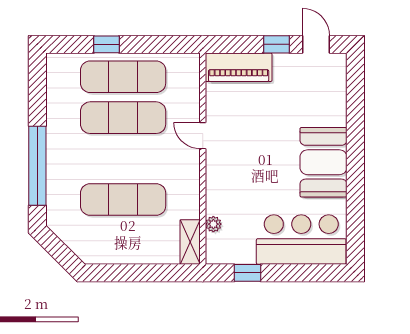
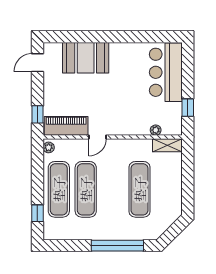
window: (107, 44) -> (37, 213), moved
window: (276, 44) -> (37, 114), moved
plant: (187, 61) -> (49, 147), added
piano: (239, 67) -> (66, 126), moved, turned -90
booth: (323, 162) -> (86, 58), moved

